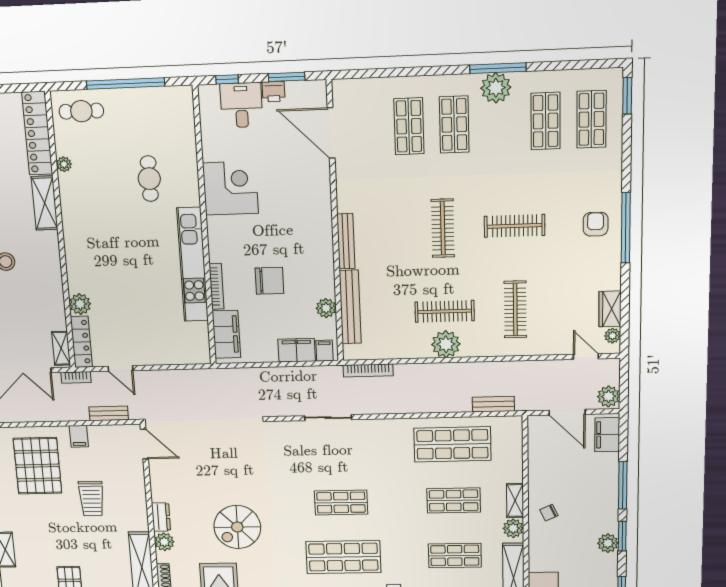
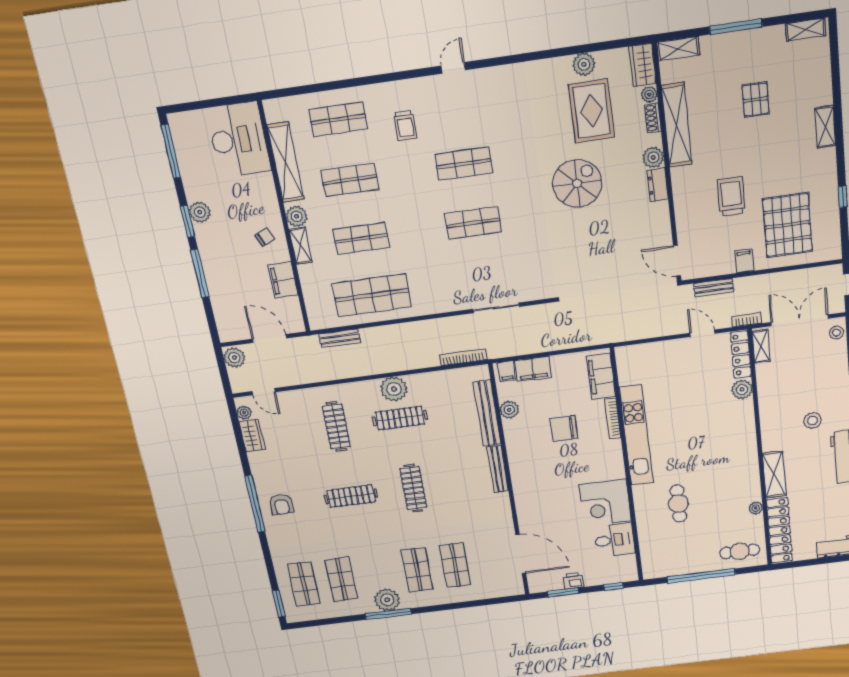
desk: (241, 105) -> (615, 540), moved, turned -90
filing cabinet: (607, 435) -> (283, 280), moved, turned 180
shop shelf: (343, 557) -> (464, 164), width x0.70, depth x0.74

